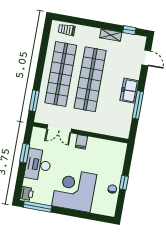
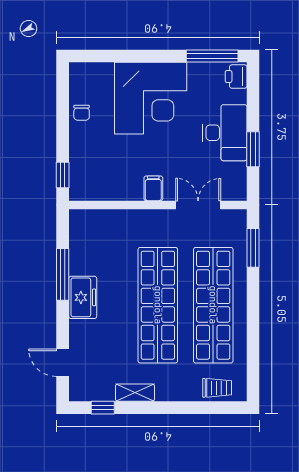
window: (124, 183) -> (63, 175), moved

